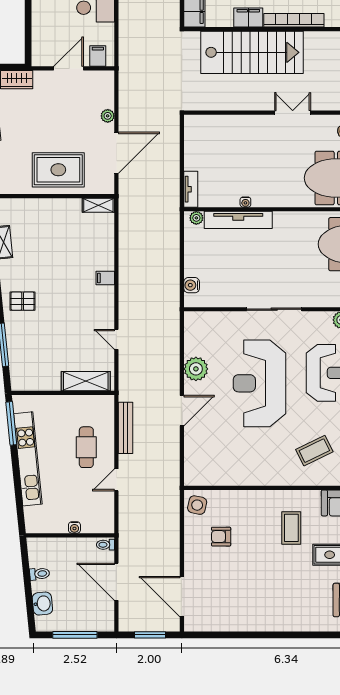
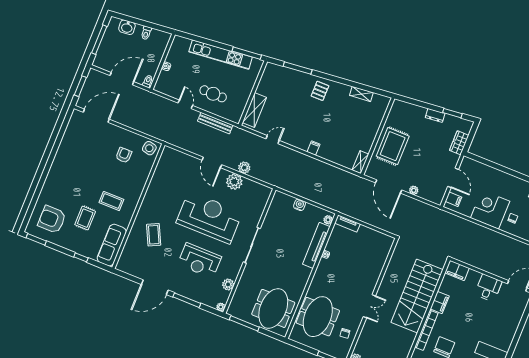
water cooler: (192, 285) -> (299, 205), moved
plant: (171, 363) -> (244, 168), added

